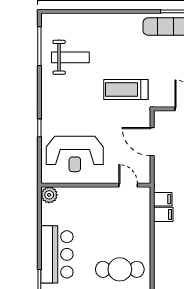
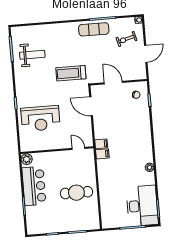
wall: (96, 185) -> (57, 150), moved
door: (128, 185) -> (78, 148), moved
plant: (49, 195) -> (27, 159), moved

